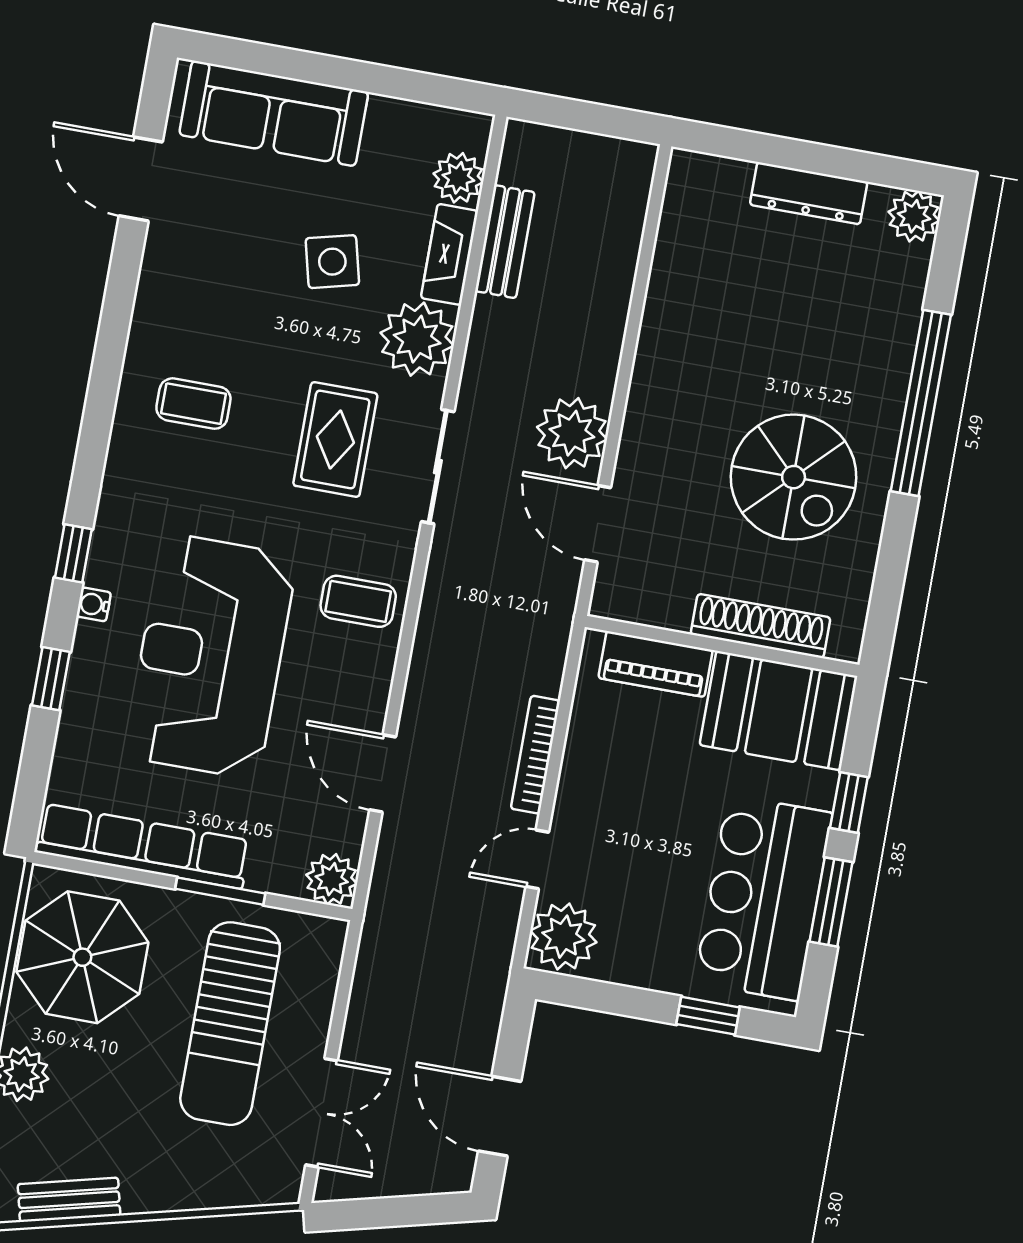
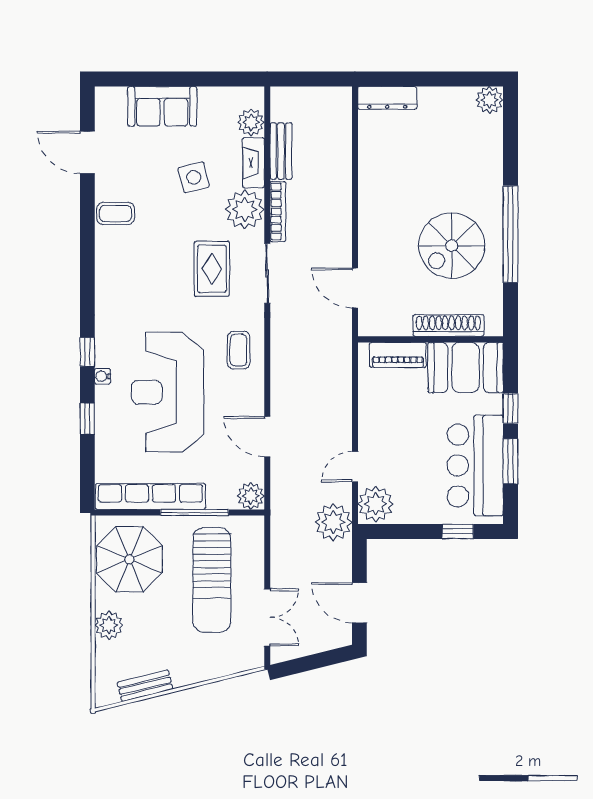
sofa: (274, 113) -> (162, 106), width x0.73
dresser: (809, 193) -> (387, 98), moved
window: (921, 403) -> (510, 234), moved
coffee table: (193, 404) -> (115, 214), moved
plant: (572, 433) -> (333, 522), moved
spiral stairs: (794, 477) -> (452, 246), turned 90
coffee table: (358, 601) -> (239, 350), turned 90
bookcase: (535, 755) -> (278, 211), moved, turned 180
window: (220, 891) -> (194, 512), width x1.44

